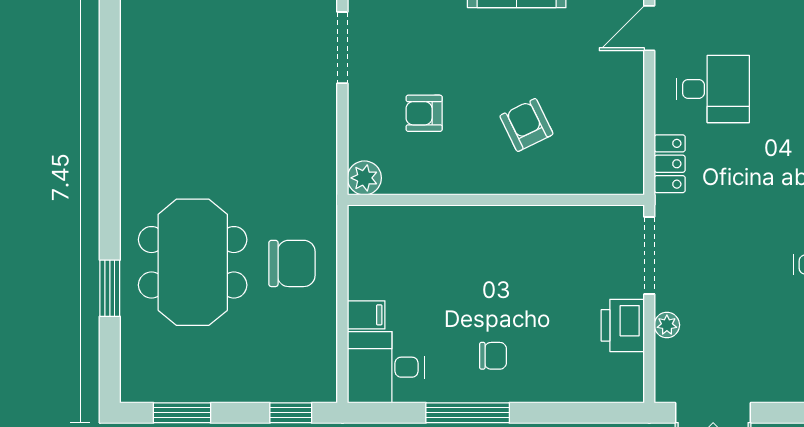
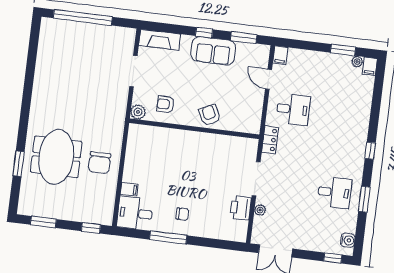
door: (649, 28) -> (269, 79), hinge flipped
plant: (364, 178) -> (138, 112), moved
wall: (496, 200) -> (194, 129), moved
chair: (292, 263) -> (100, 163), turned 90

